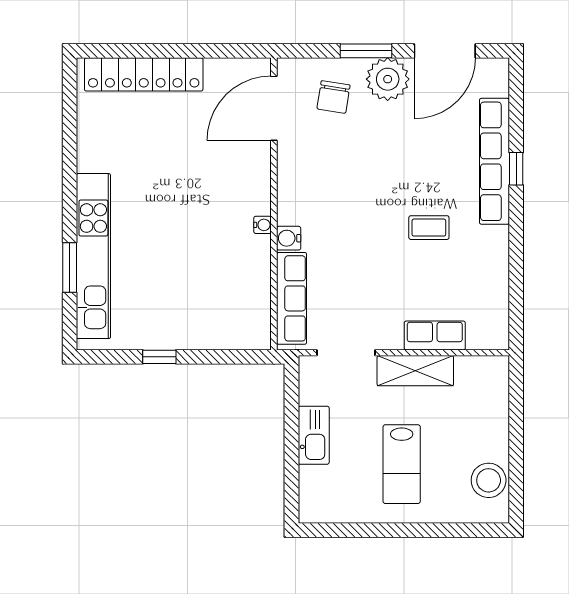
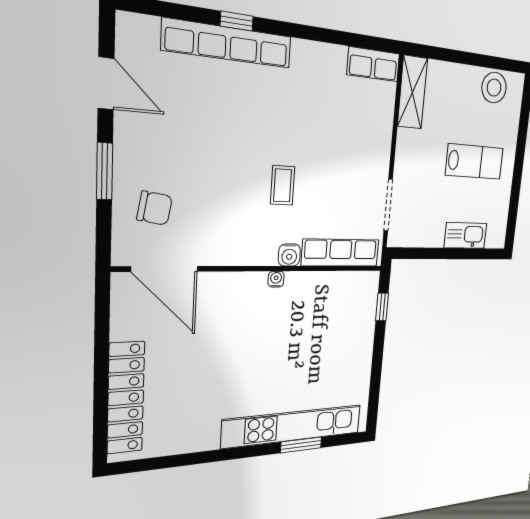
door: (445, 51) -> (106, 83), width x0.73
plant: (388, 79) -> (137, 150), removed
coffee table: (429, 228) -> (283, 185), moved
row of seats: (435, 335) -> (373, 64), moved, turned -90
window: (159, 357) -> (382, 307), moved
shelving: (415, 371) -> (412, 92), moved
kitchen sink: (314, 435) -> (466, 235), moved

